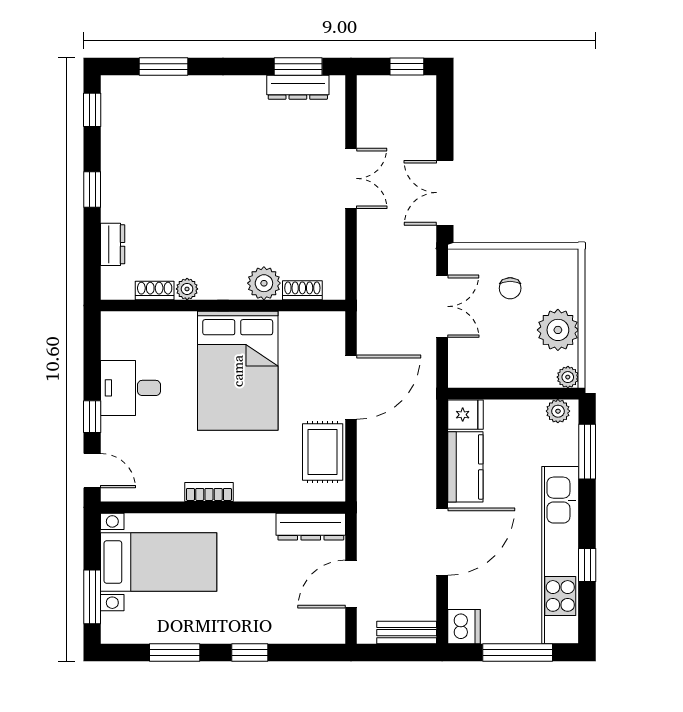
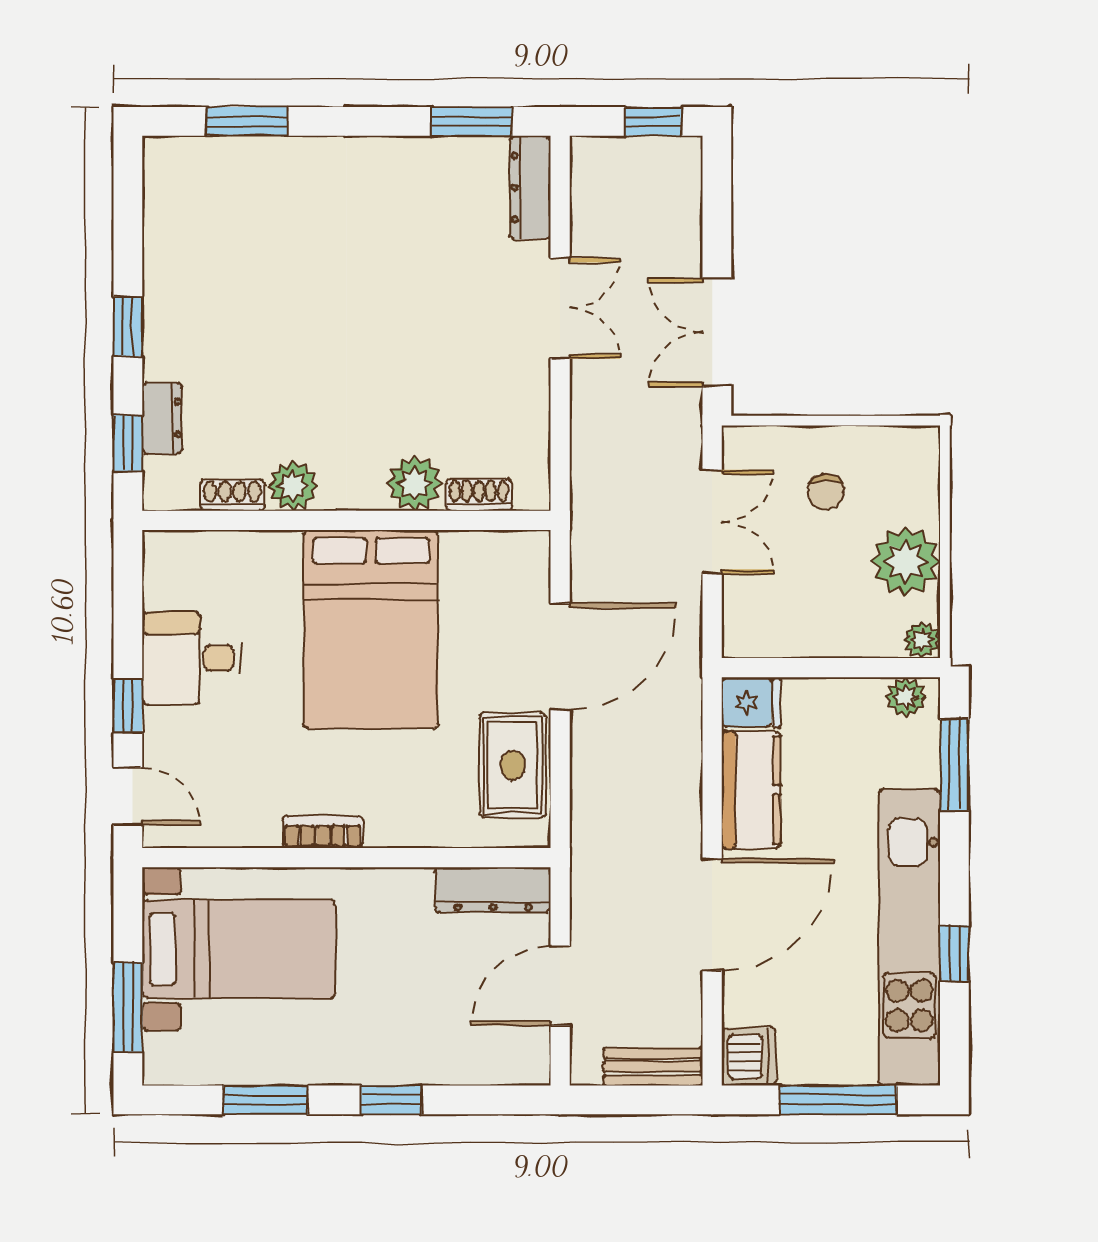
dresser: (298, 87) -> (530, 187), moved, turned 90
window: (92, 110) -> (128, 443), moved
plant: (187, 289) -> (293, 486), width x1.38, depth x1.38

